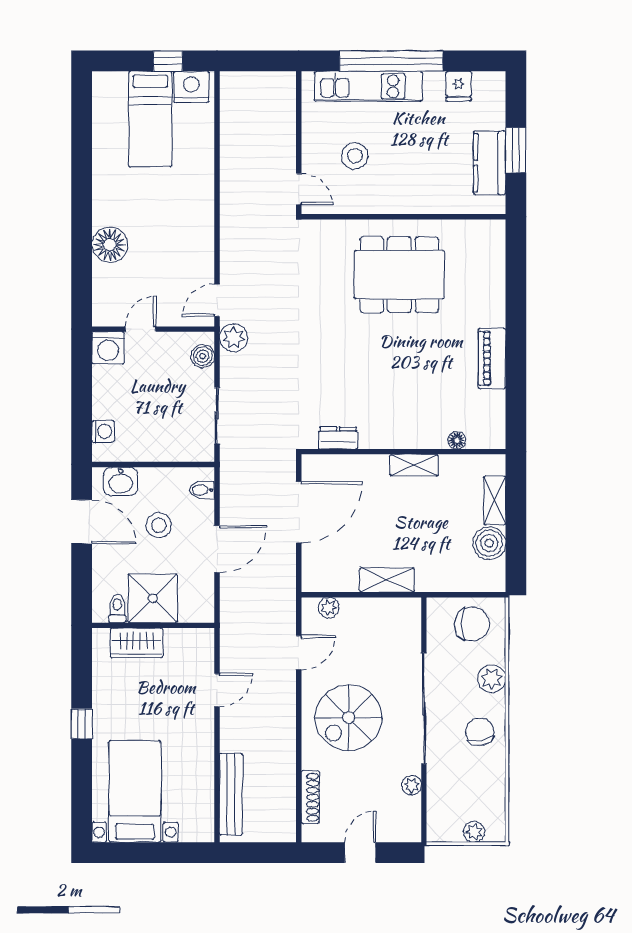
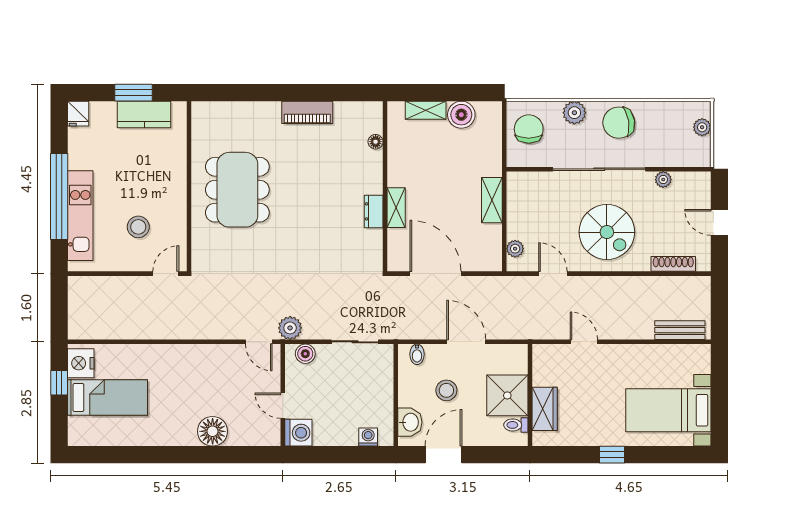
fridge: (459, 86) -> (78, 114), moved, turned 90
dresser: (338, 438) -> (374, 211), moved
shelving: (414, 465) -> (396, 208), moved
chair: (480, 732) -> (619, 123), width x1.37, depth x1.37
bench: (231, 794) -> (680, 330), width x0.73

